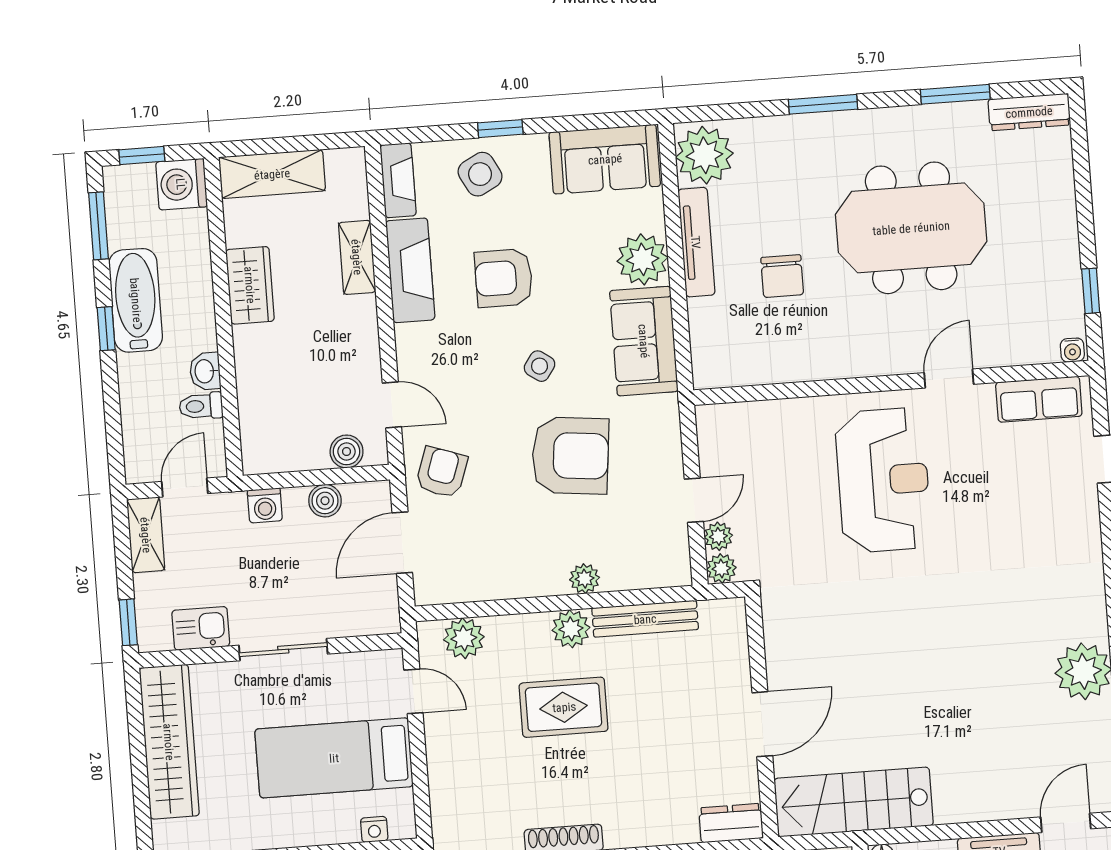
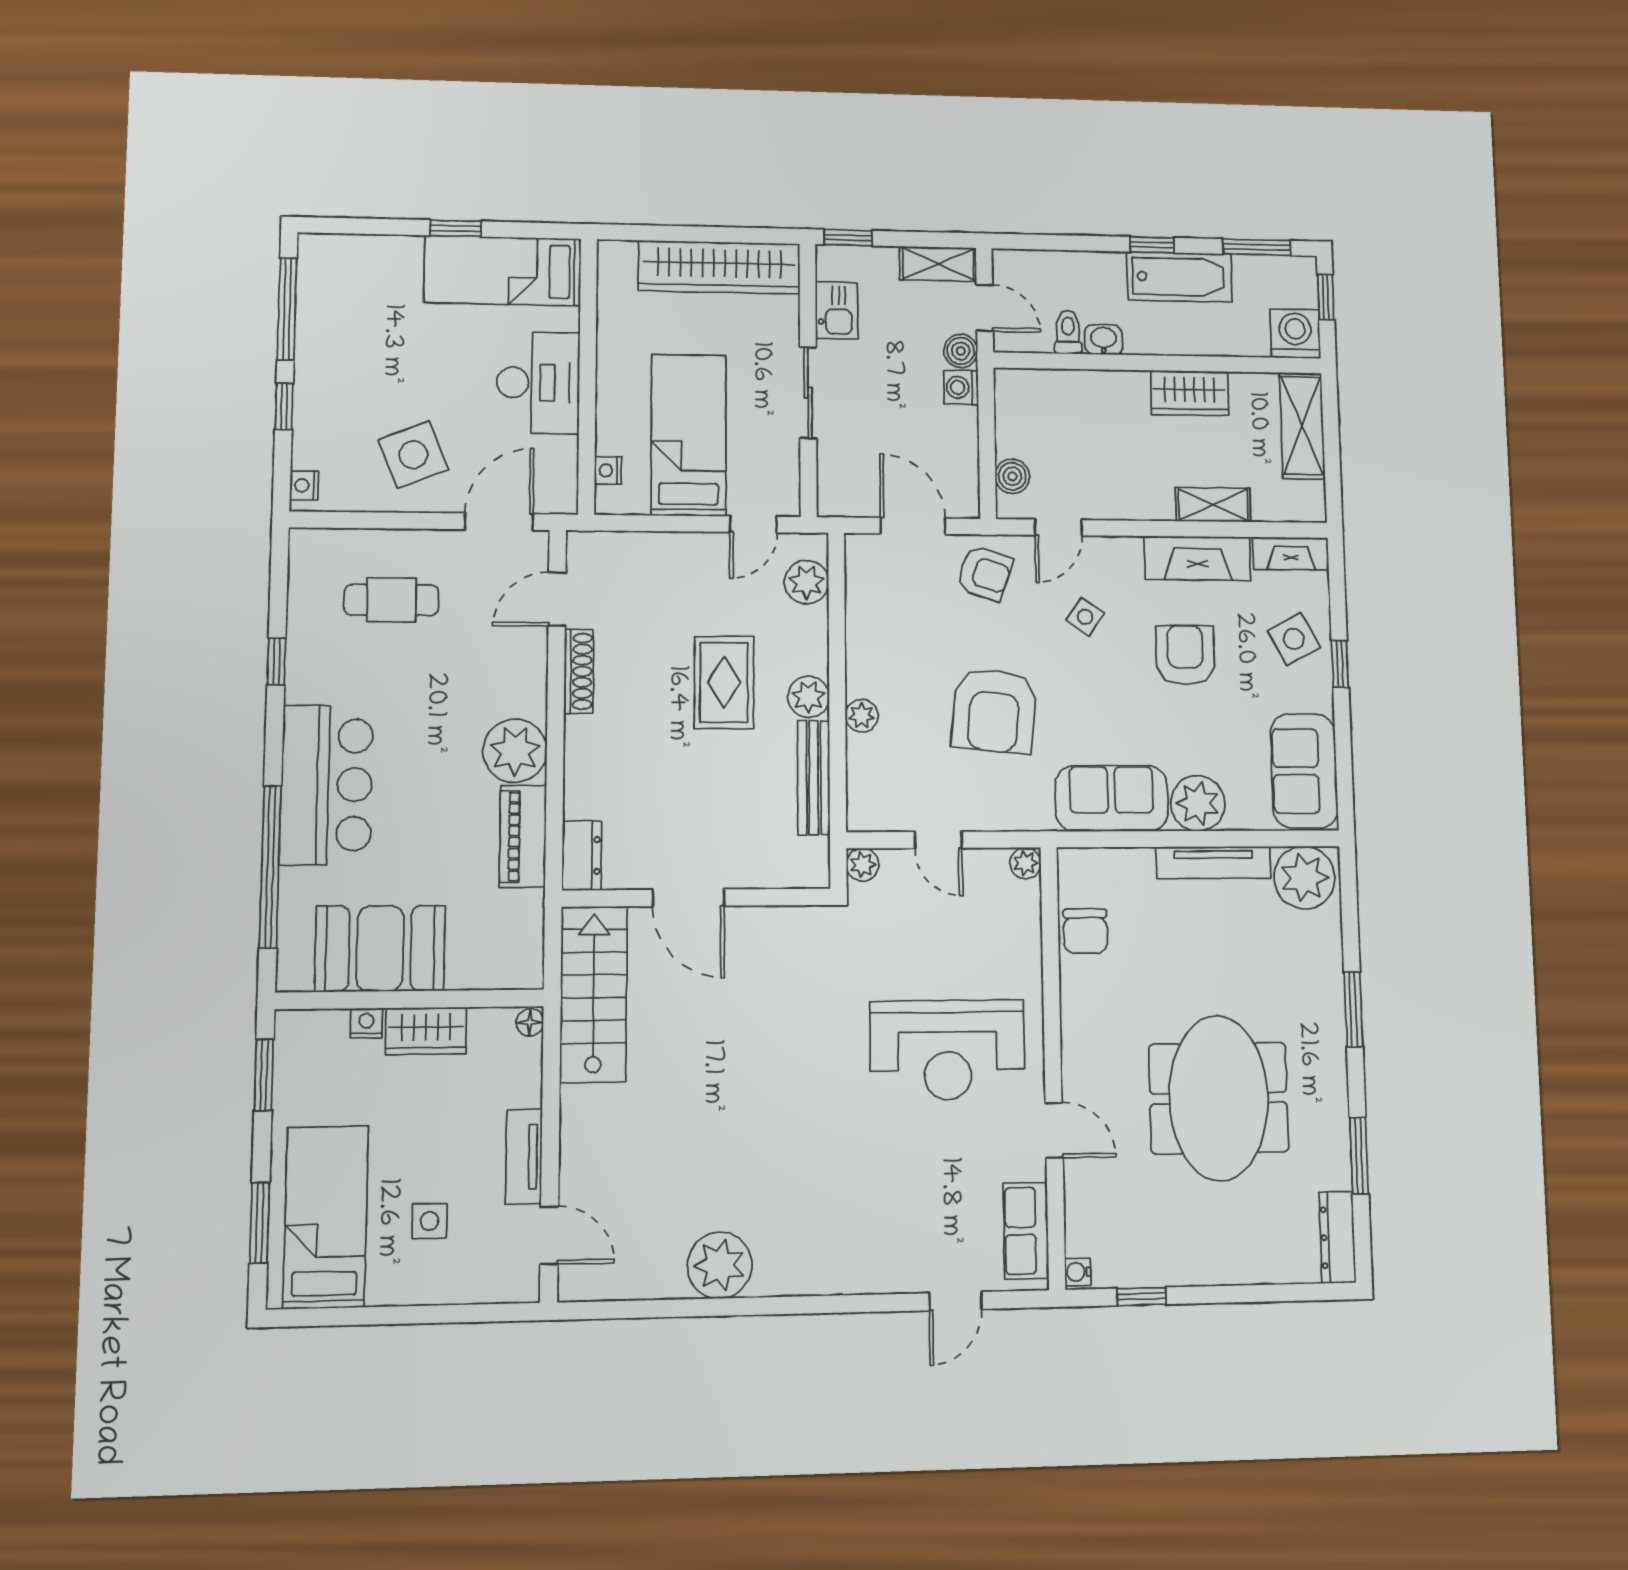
chair: (782, 276) -> (1085, 931), moved, turned -90
side table: (540, 366) -> (1085, 617), moved
boiler: (325, 501) -> (961, 351), moved
plant: (718, 536) -> (1025, 863), moved

